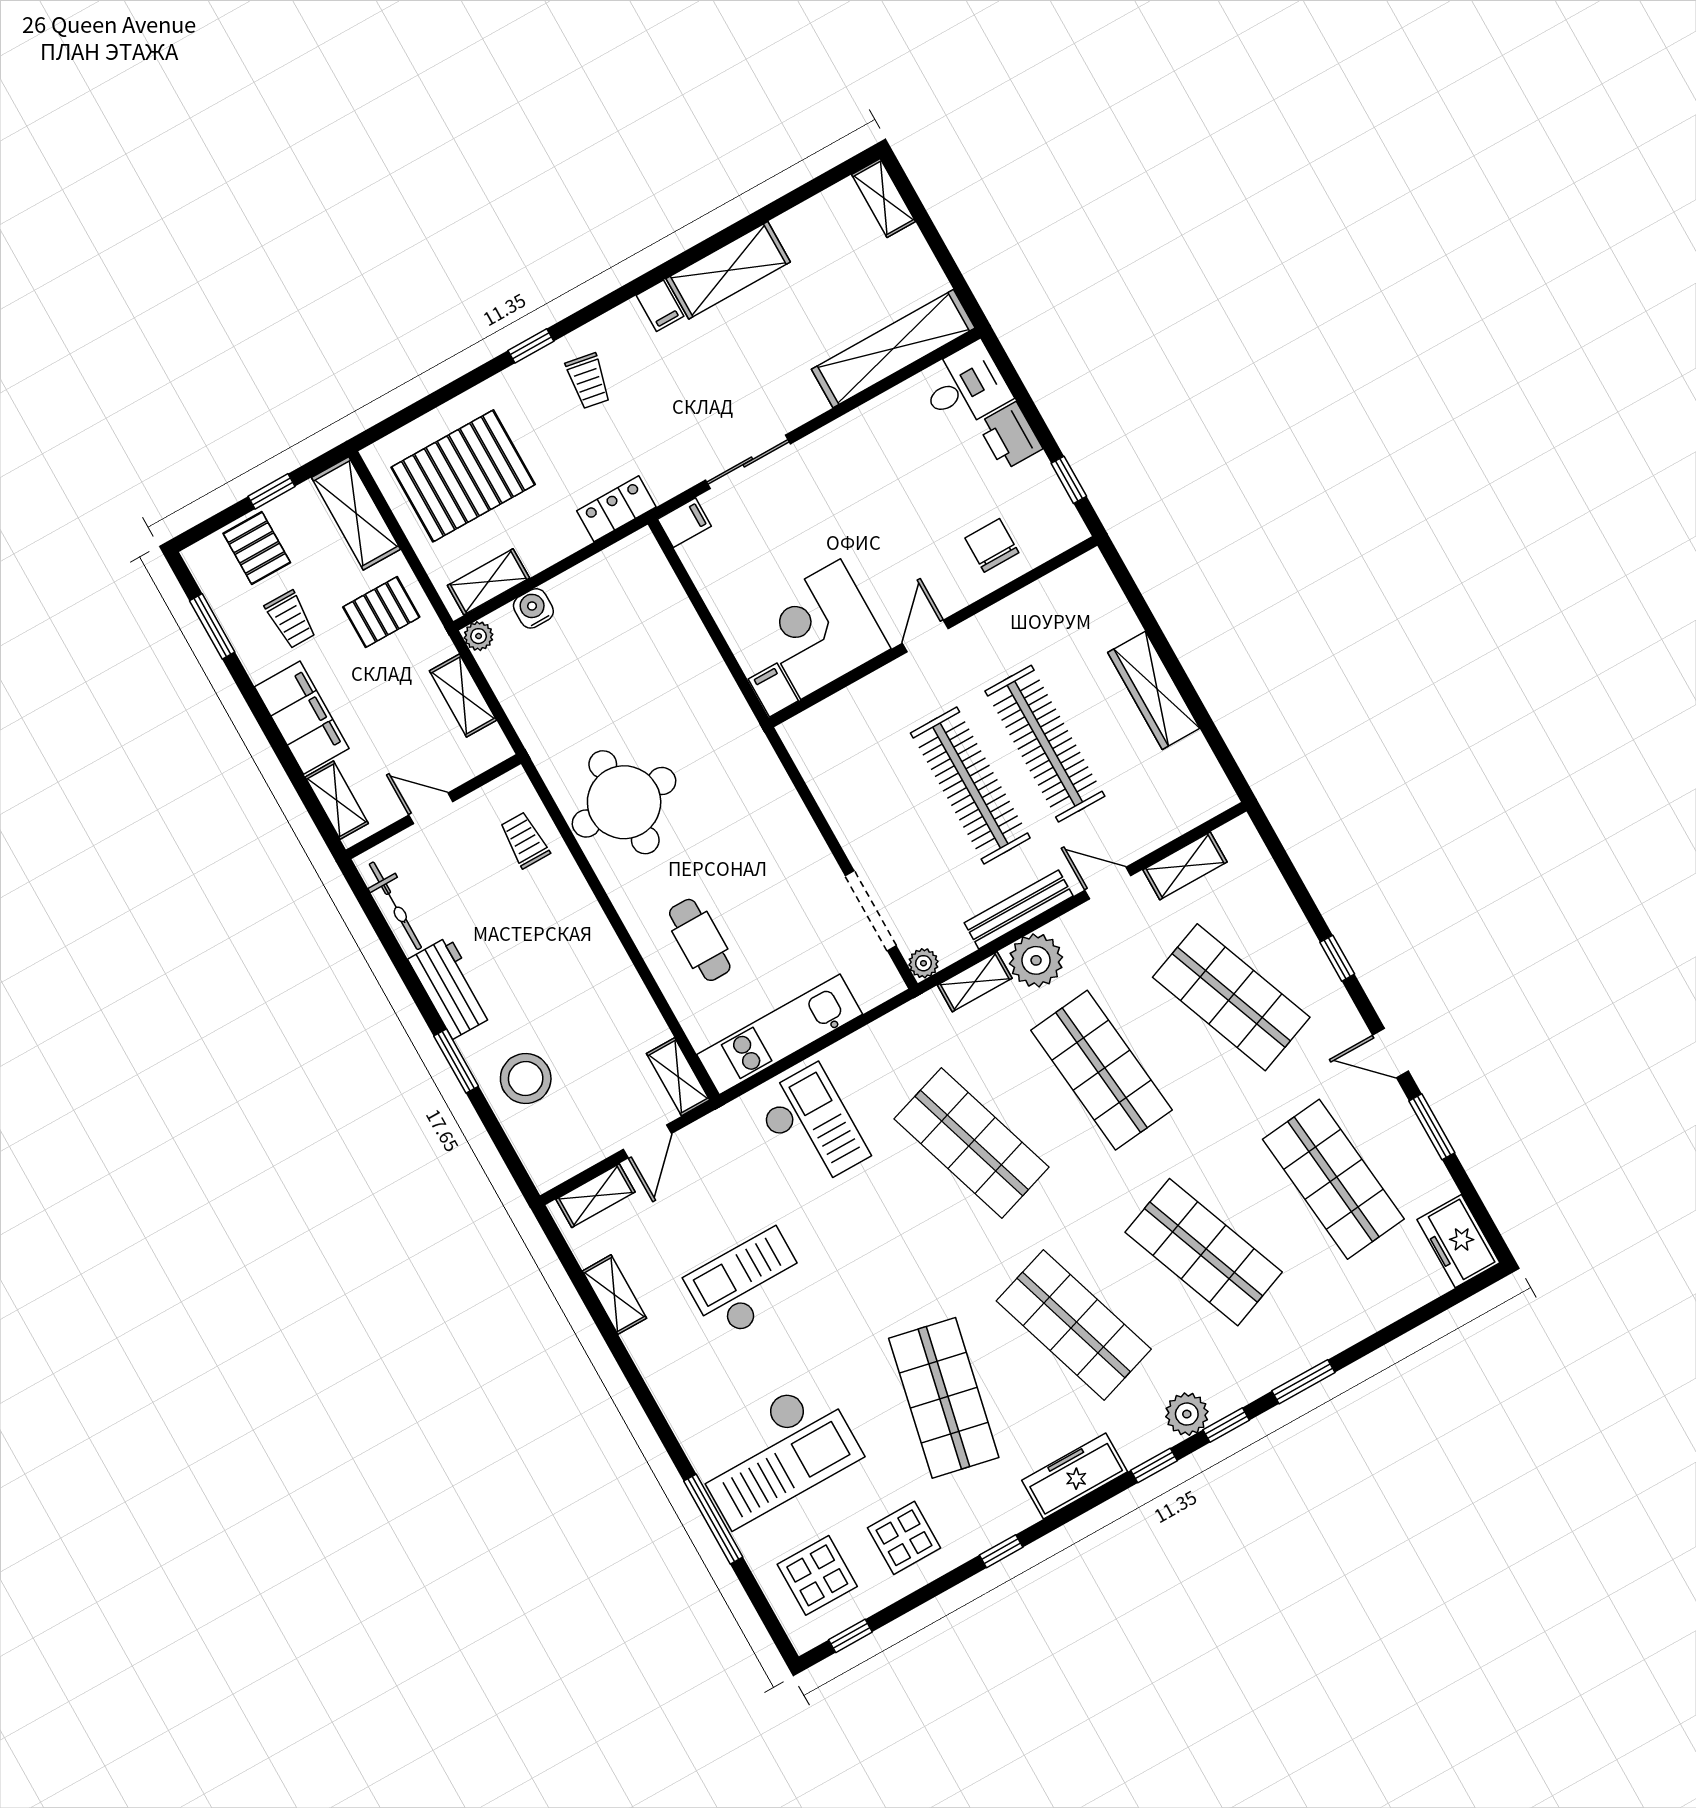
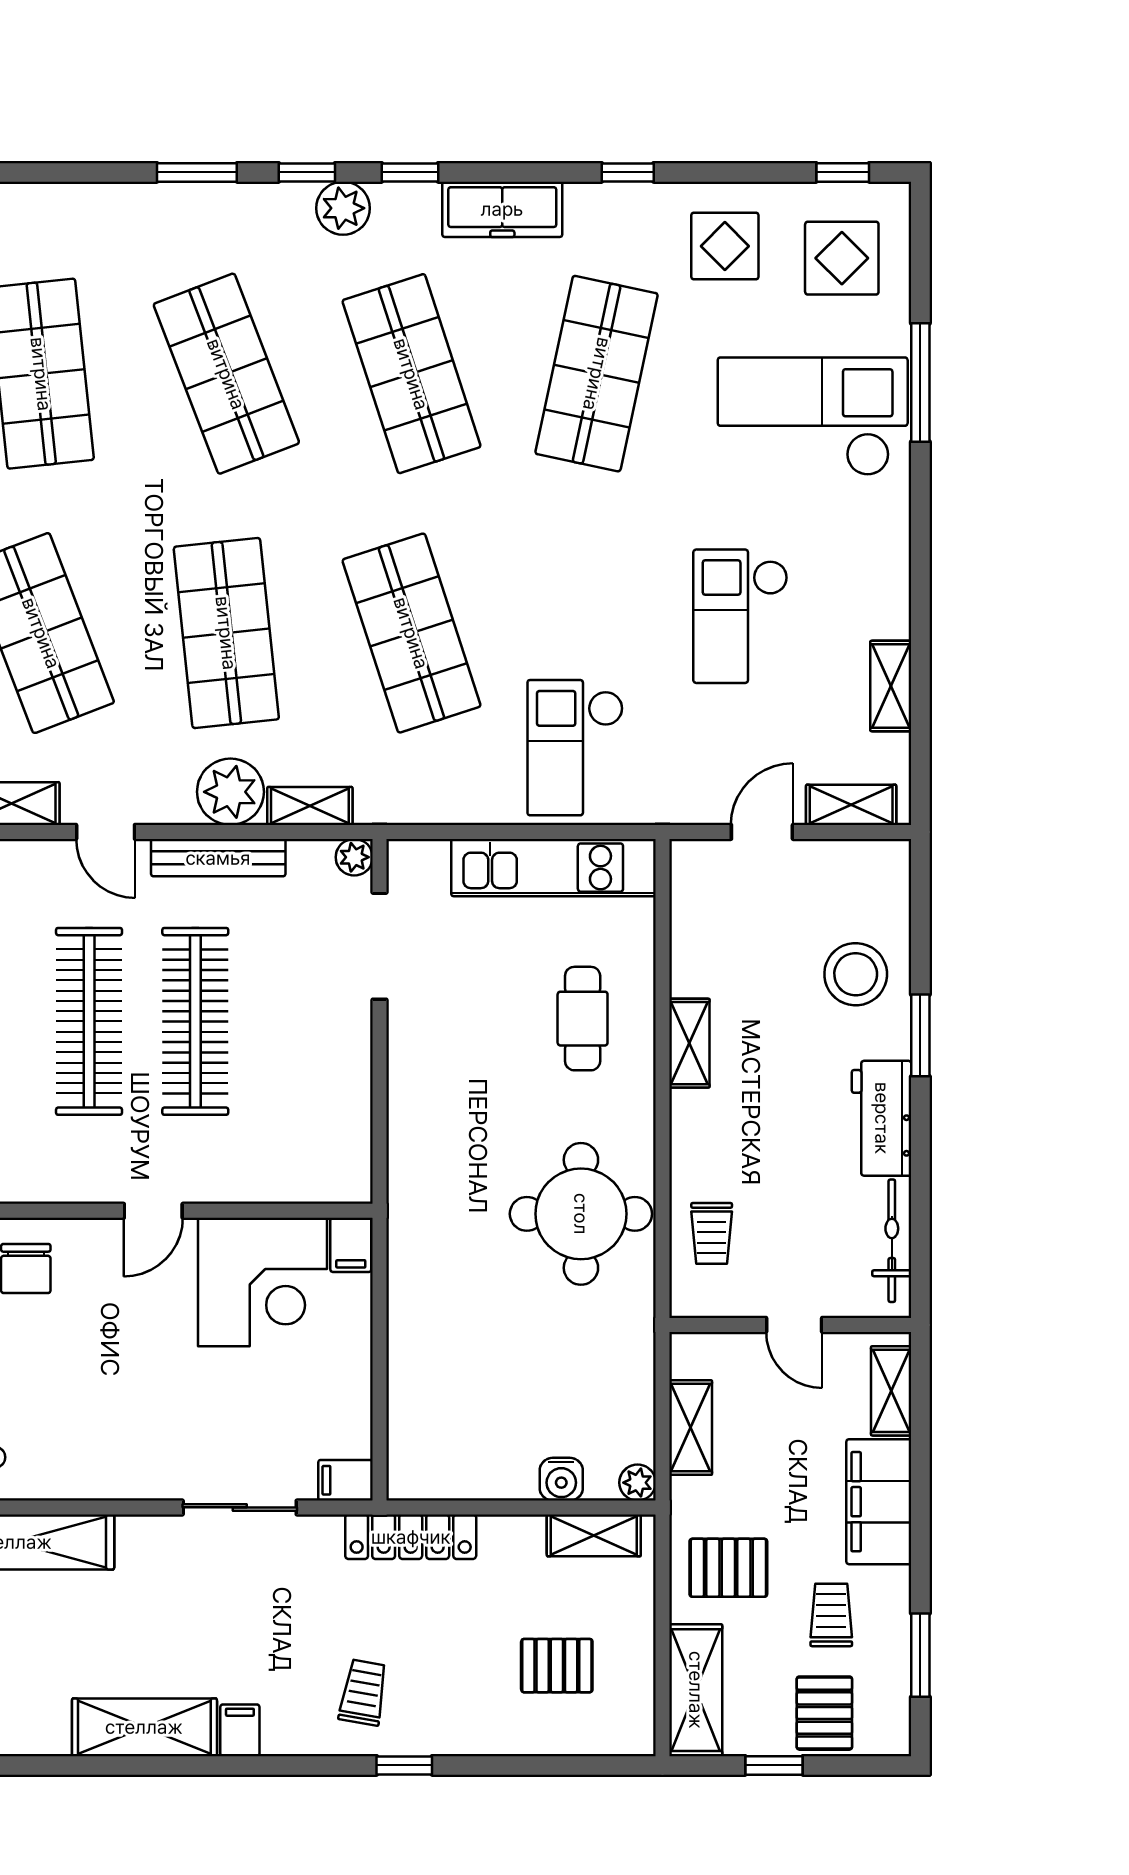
pallet: (463, 476) -> (557, 1666), width x0.49, depth x0.50
locker: (616, 509) -> (411, 1537), width x1.53
shelving: (678, 1077) -> (689, 1043), moved
checkout: (747, 1284) -> (740, 616), turned 90

